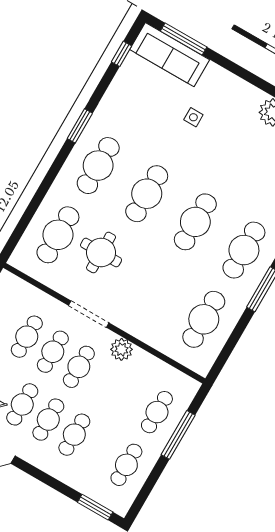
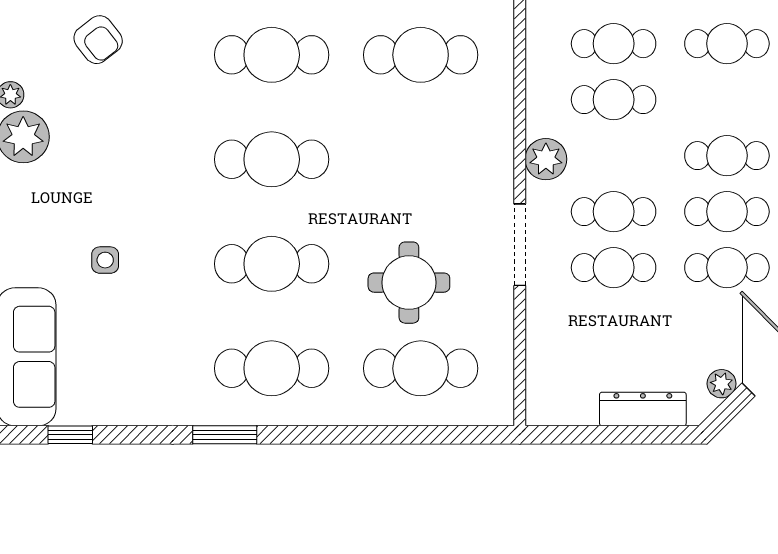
cafe table: (27, 337) -> (614, 100), moved

